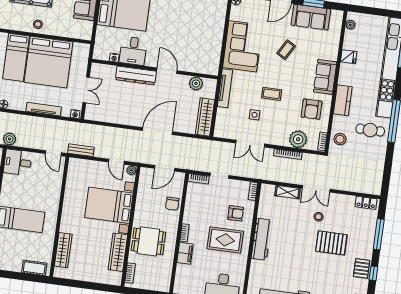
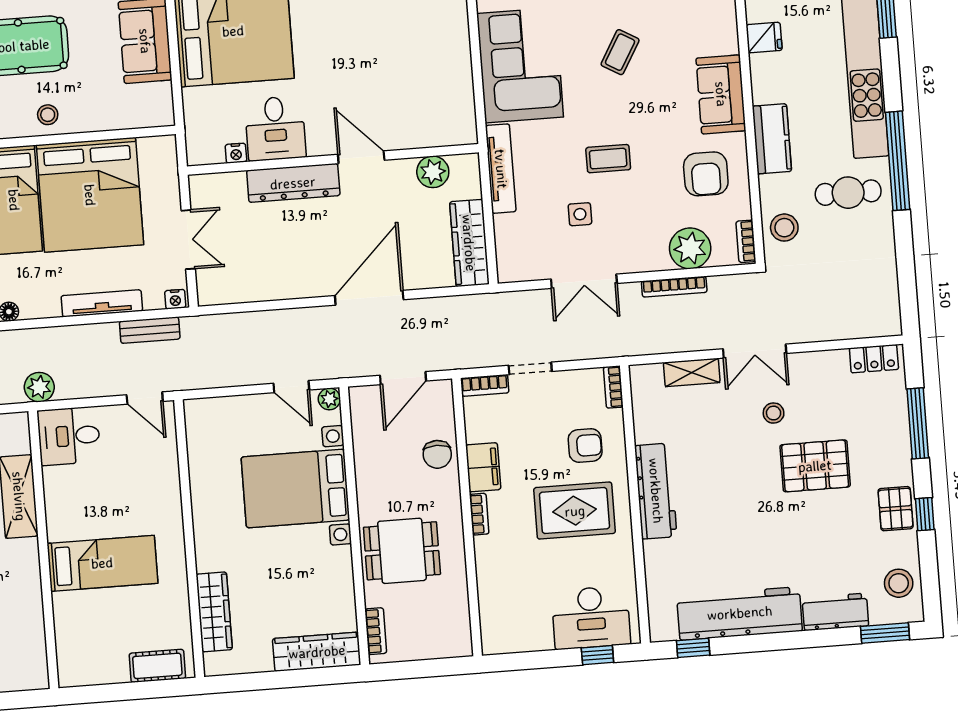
bench: (81, 150) -> (150, 330), moved
wardrobe: (118, 252) -> (317, 652), moved, turned 90
filing cabinet: (185, 253) -> (483, 467), moved

